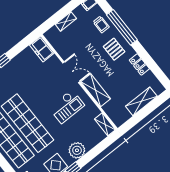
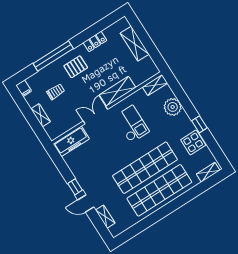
trolley: (101, 24) -> (56, 92), moved
freezer: (42, 49) -> (71, 141), width x1.40
plant: (77, 150) -> (173, 107), moved

